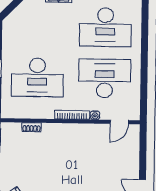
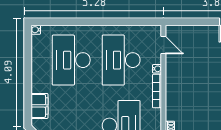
desk: (105, 27) -> (71, 60), turned 180

